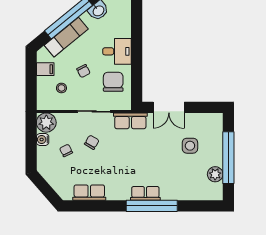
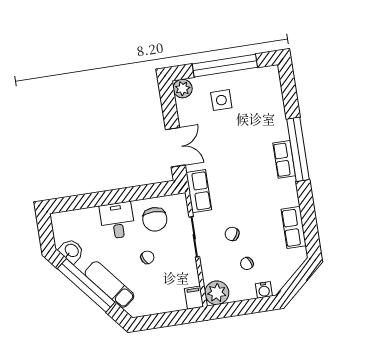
filing cabinet: (45, 69) -> (194, 298), moved
chair: (113, 82) -> (155, 219), turned -90
stool: (61, 88) -> (172, 281), removed
water cooler: (43, 139) -> (264, 290), moved
side table: (190, 146) -> (221, 100), moved
plant: (215, 174) -> (183, 89), moved

